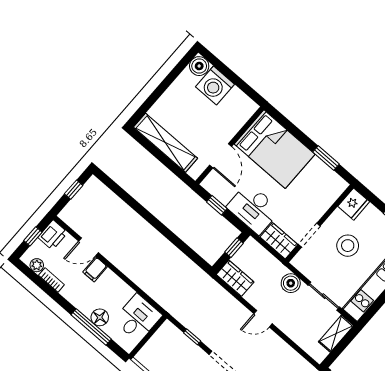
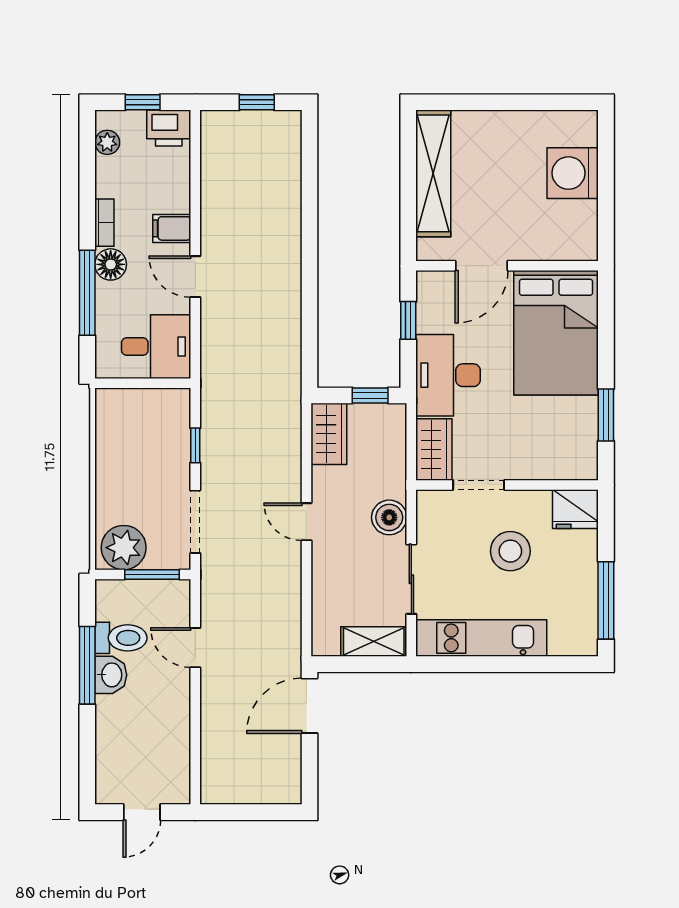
boiler: (199, 66) -> (581, 128), removed
door: (89, 247) -> (195, 277), moved
bookcase: (51, 280) -> (104, 223), moved
floor lamp: (100, 317) -> (111, 264), moved

